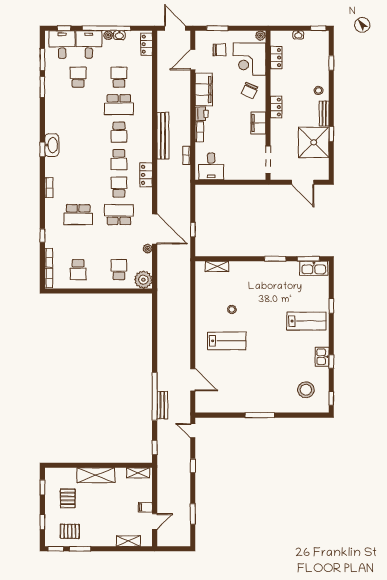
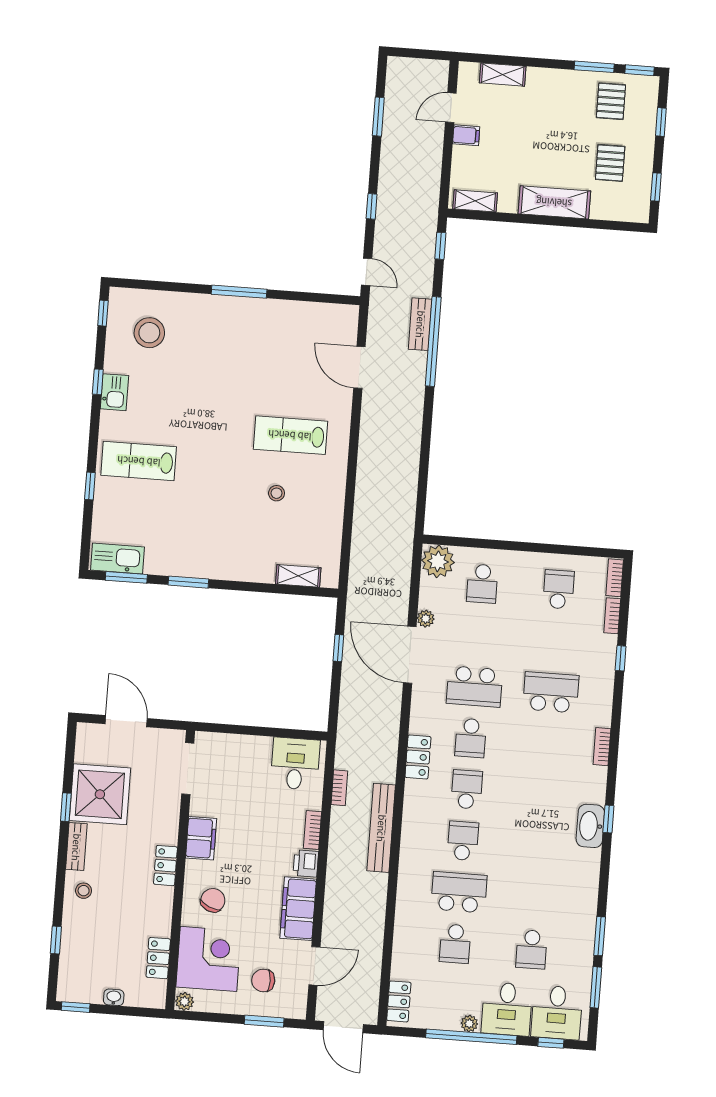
washbasin: (119, 35) -> (448, 1022), removed
pallet: (70, 531) -> (611, 101), turned 90

